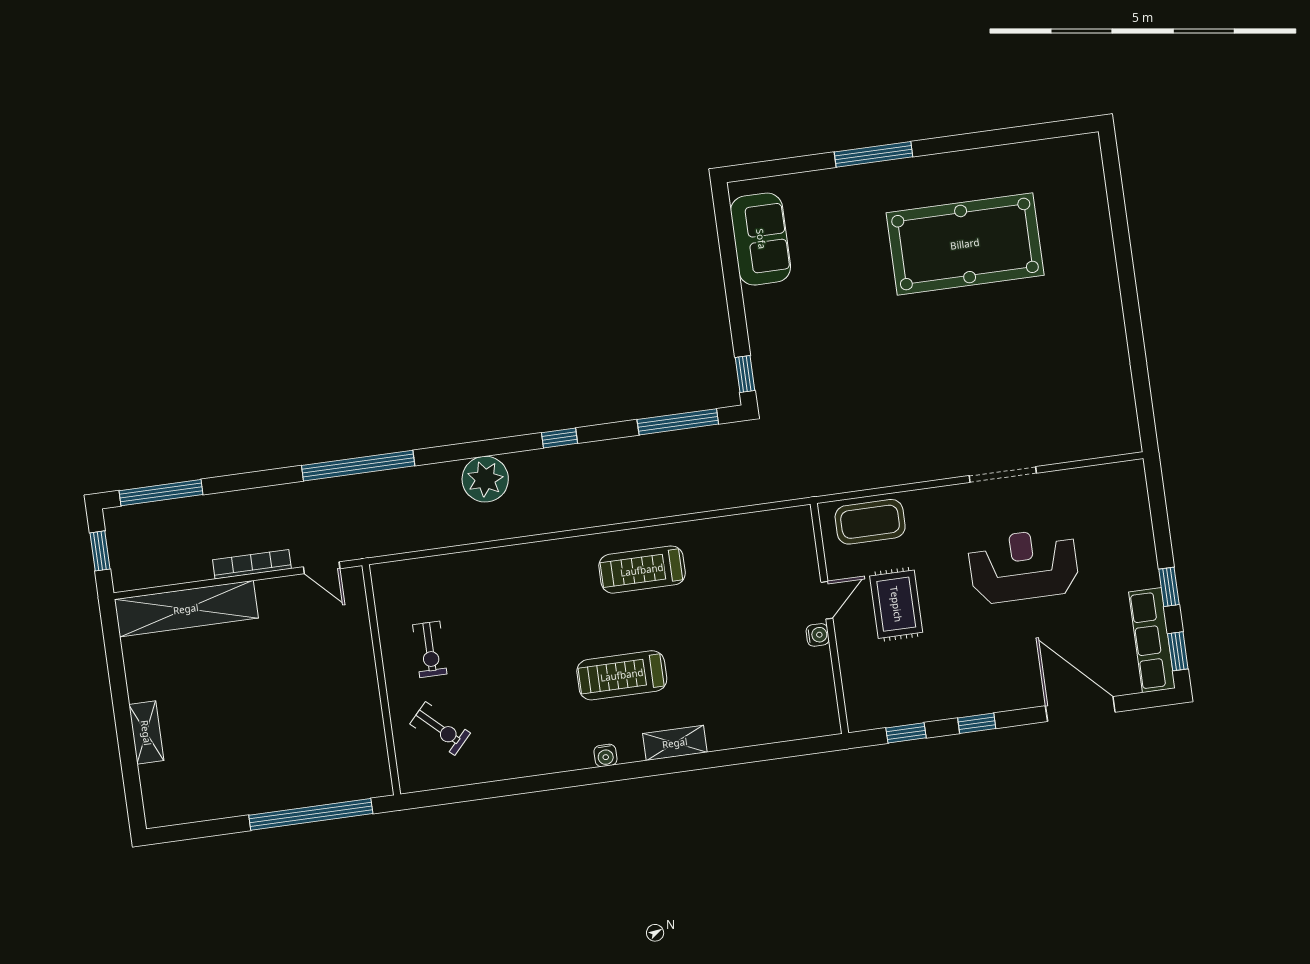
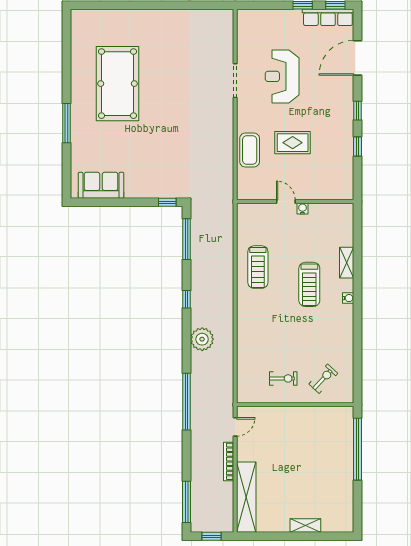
door: (827, 600) -> (286, 202), moved
wall: (829, 618) -> (295, 202), moved
water cooler: (818, 635) -> (302, 209), moved

